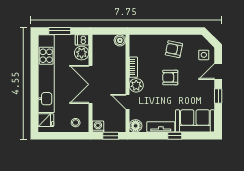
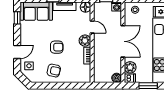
boiler: (120, 40) -> (117, 78), moved
window: (218, 96) -> (17, 18), moved

